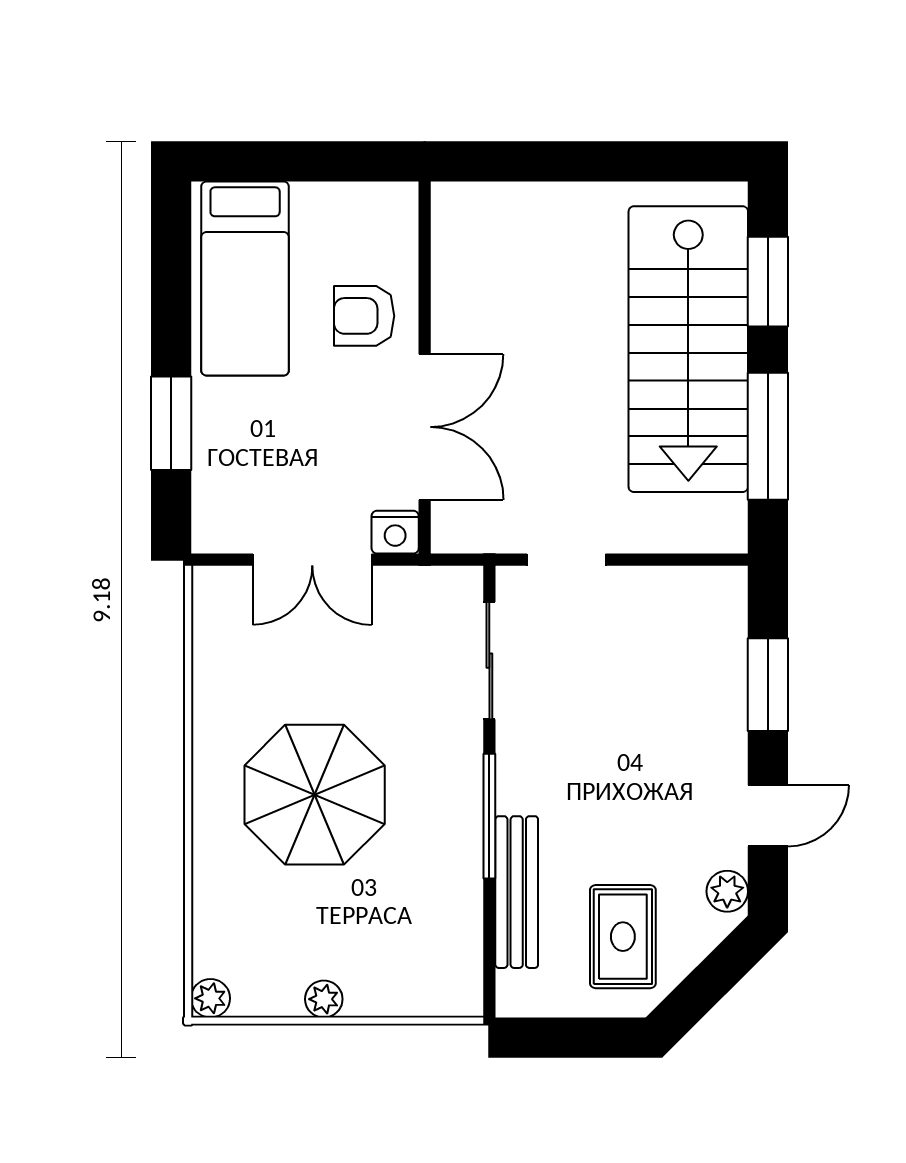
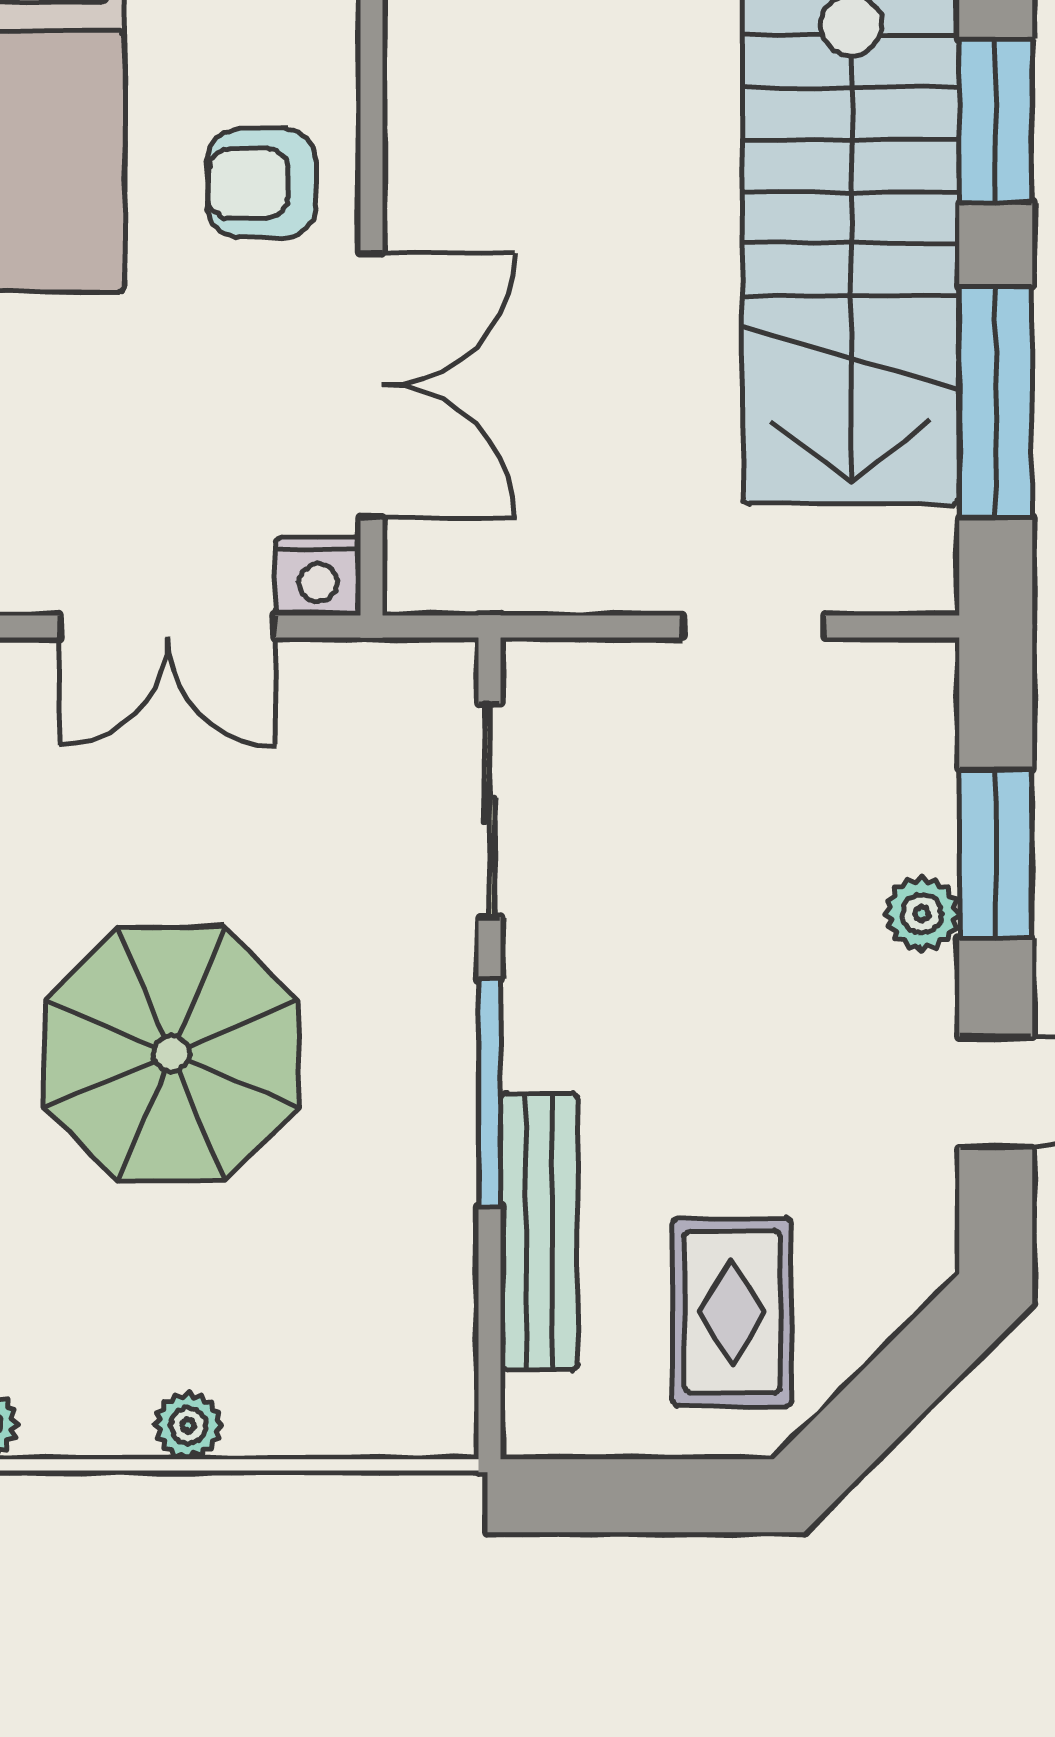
doorway: (566, 560) -> (754, 626), moved
plant: (727, 891) -> (922, 914), moved

